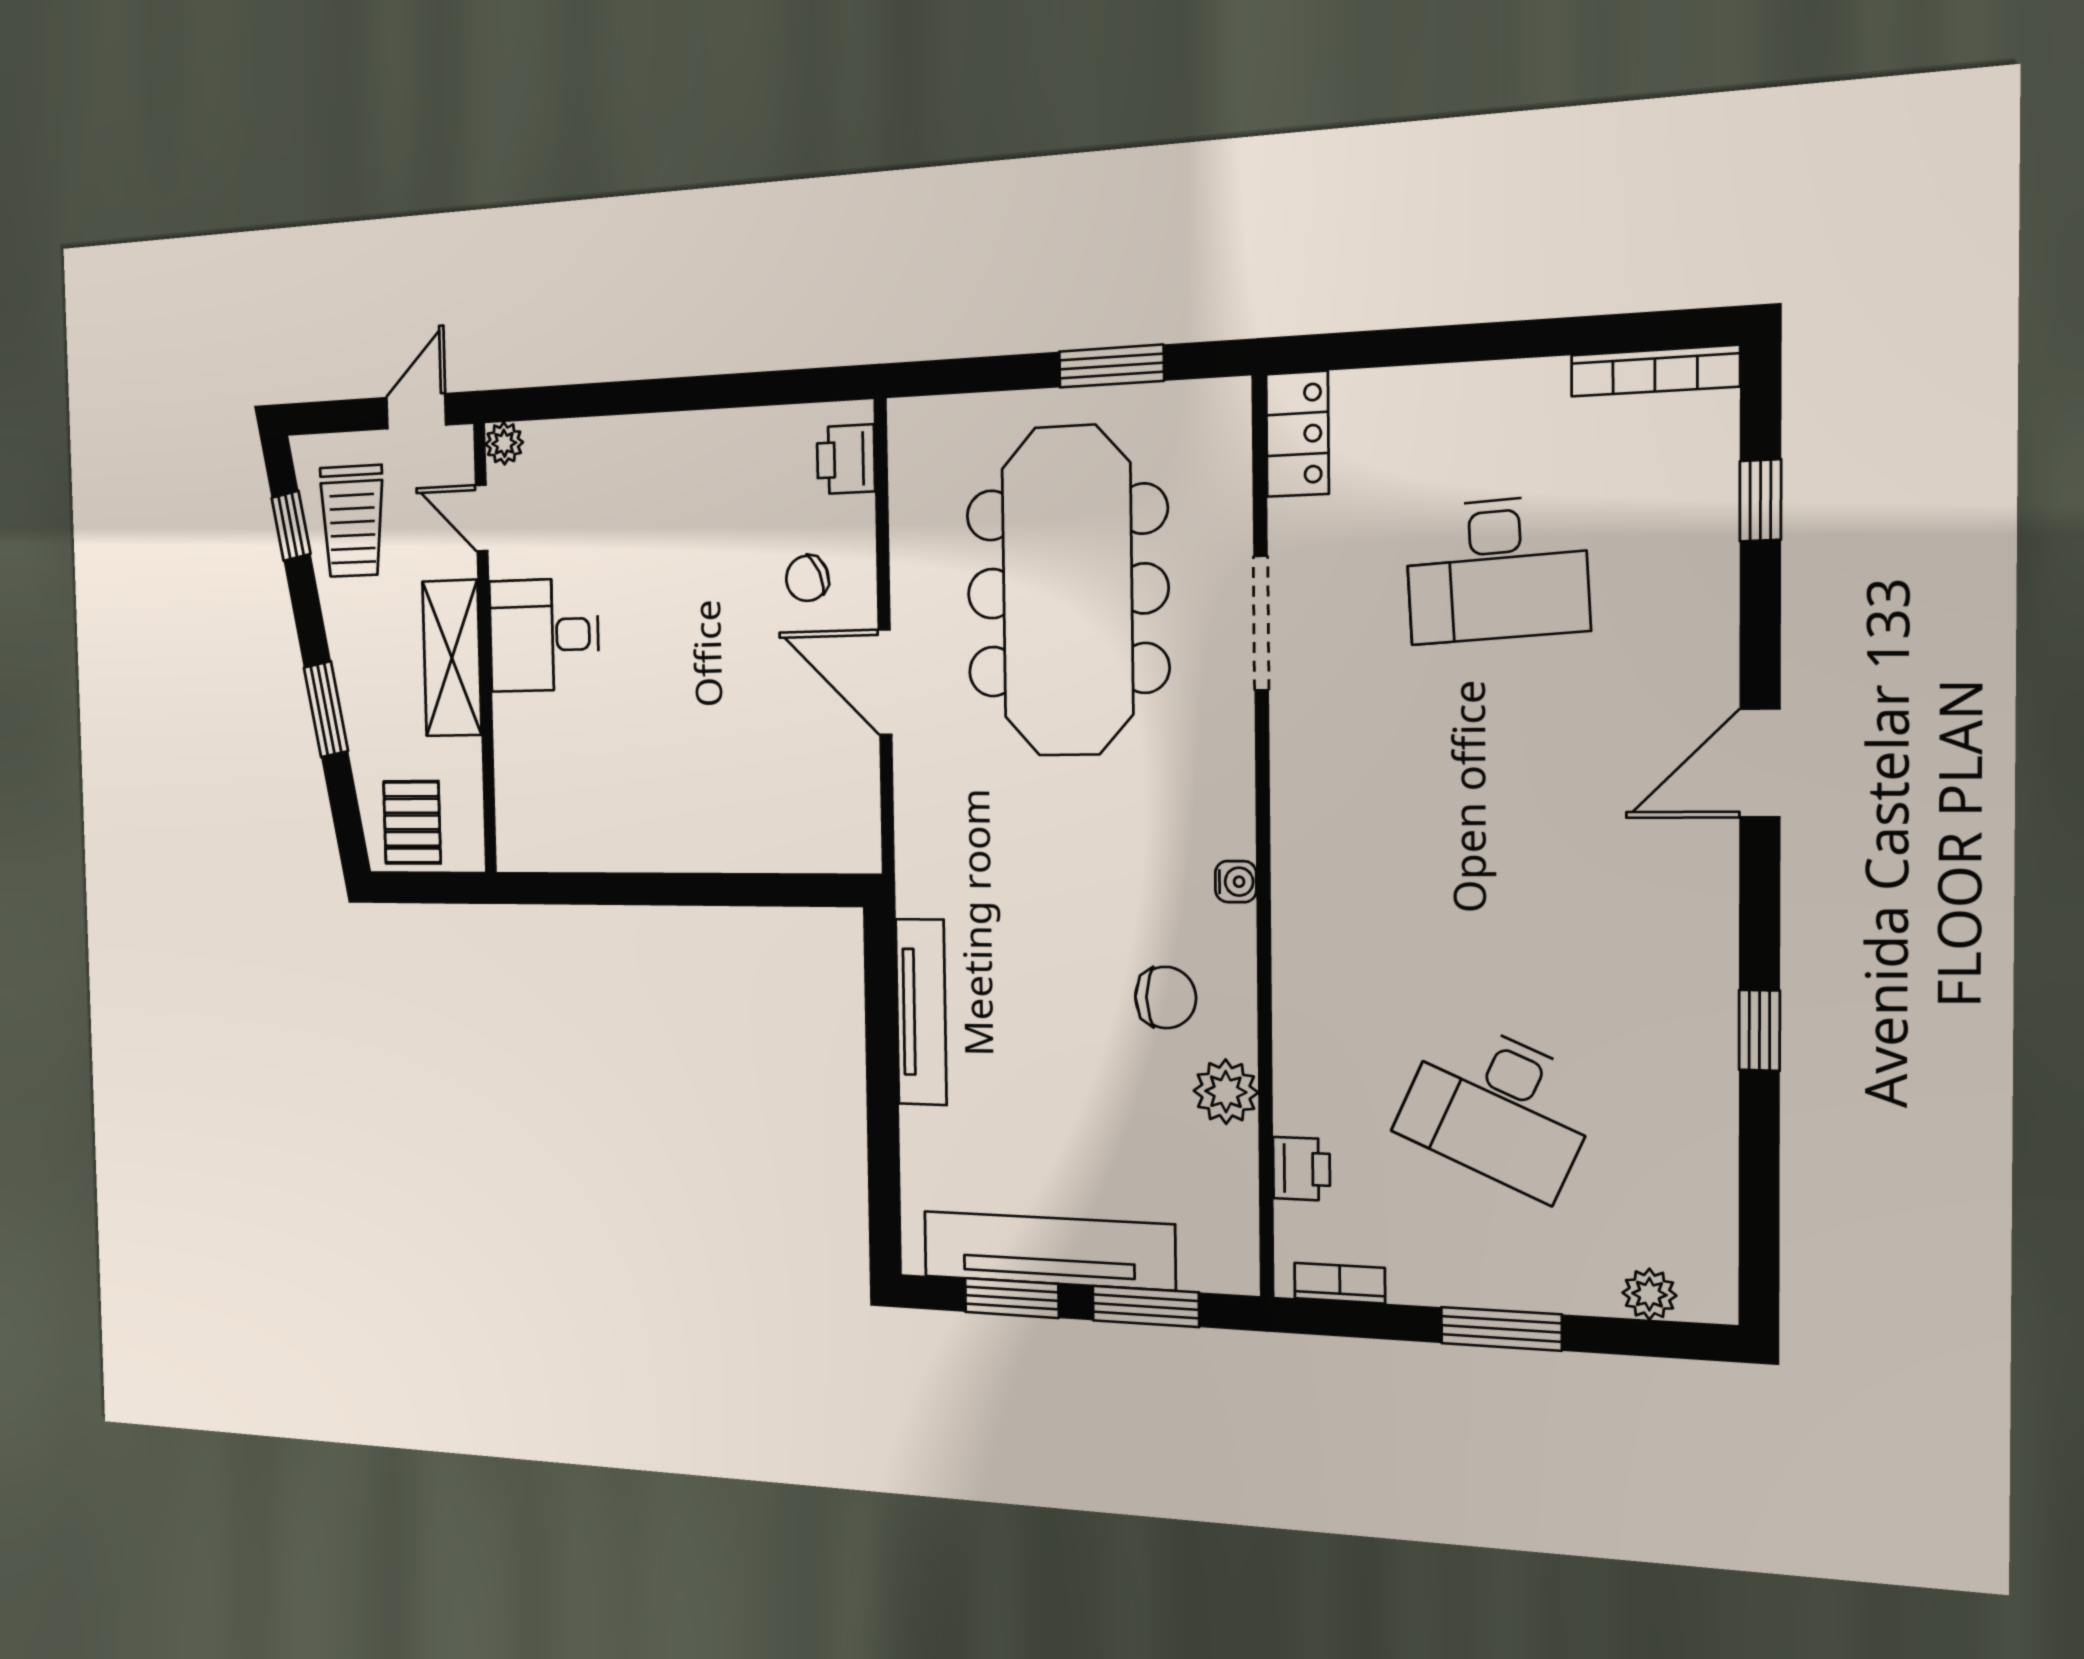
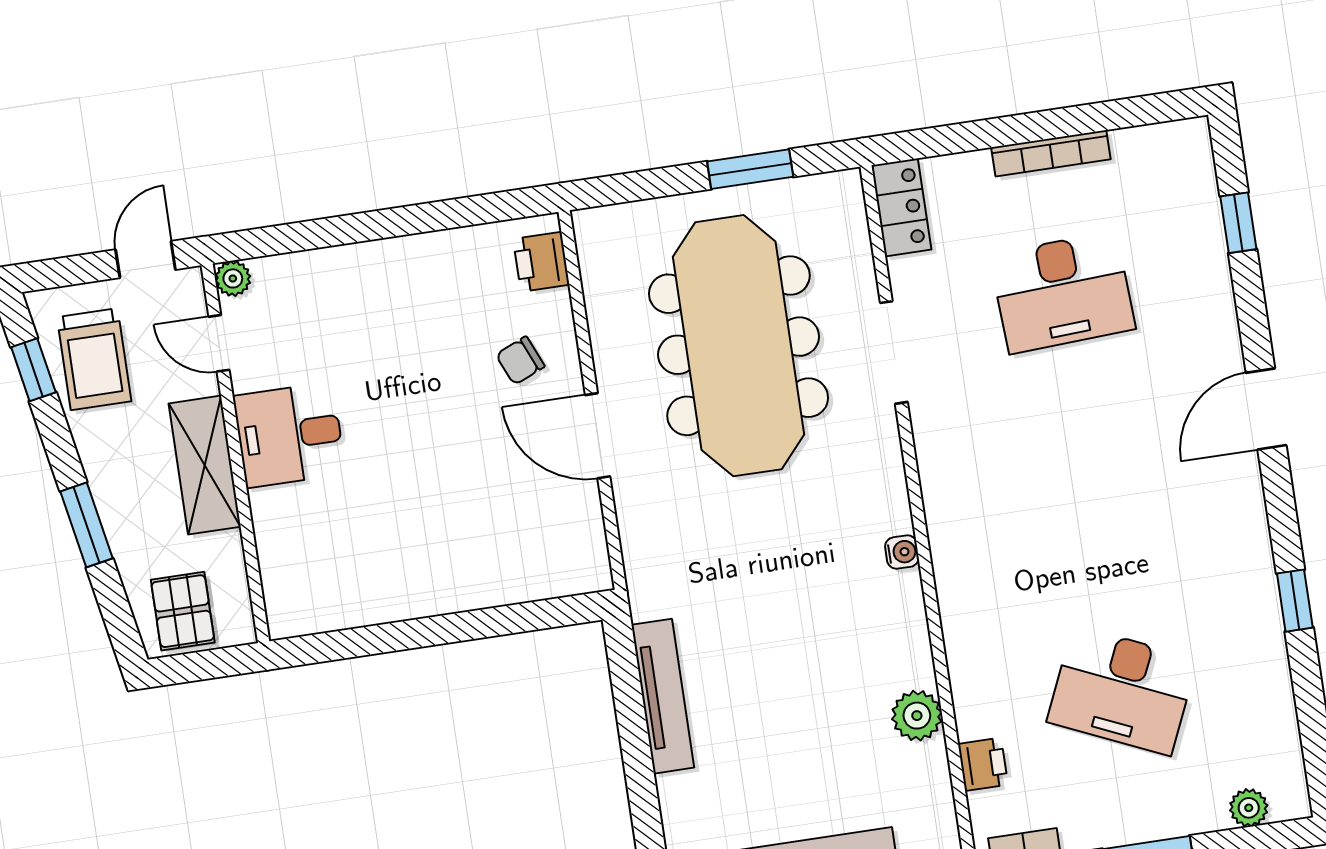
bookcase: (1655, 371) -> (1051, 153), moved
chair: (1166, 997) -> (860, 651), removed

